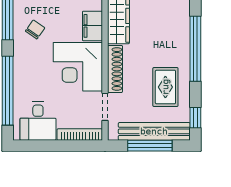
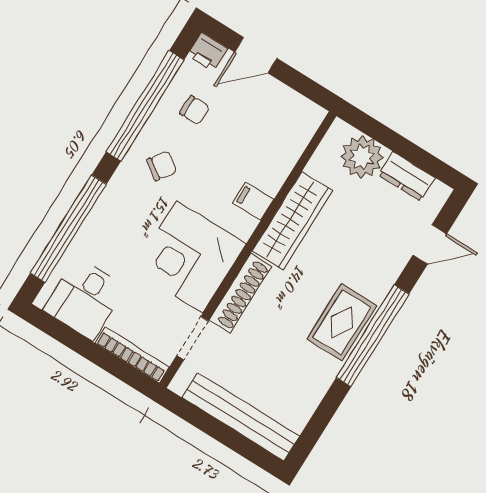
filing cabinet: (92, 26) -> (253, 201), width x0.50
rug: (165, 87) -> (342, 322), moved
window: (195, 118) -> (311, 434), removed
window: (150, 146) -> (222, 433), removed

